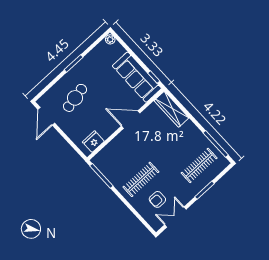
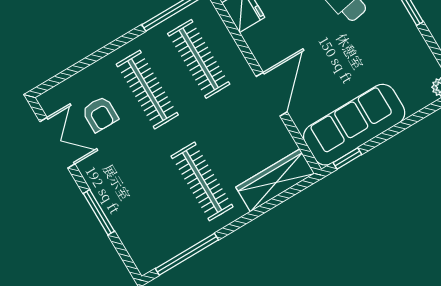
clothes rail: (121, 158) -> (199, 59), added
clothes rail: (199, 165) -> (202, 181), moved
armchair: (157, 199) -> (100, 114), turned 180

